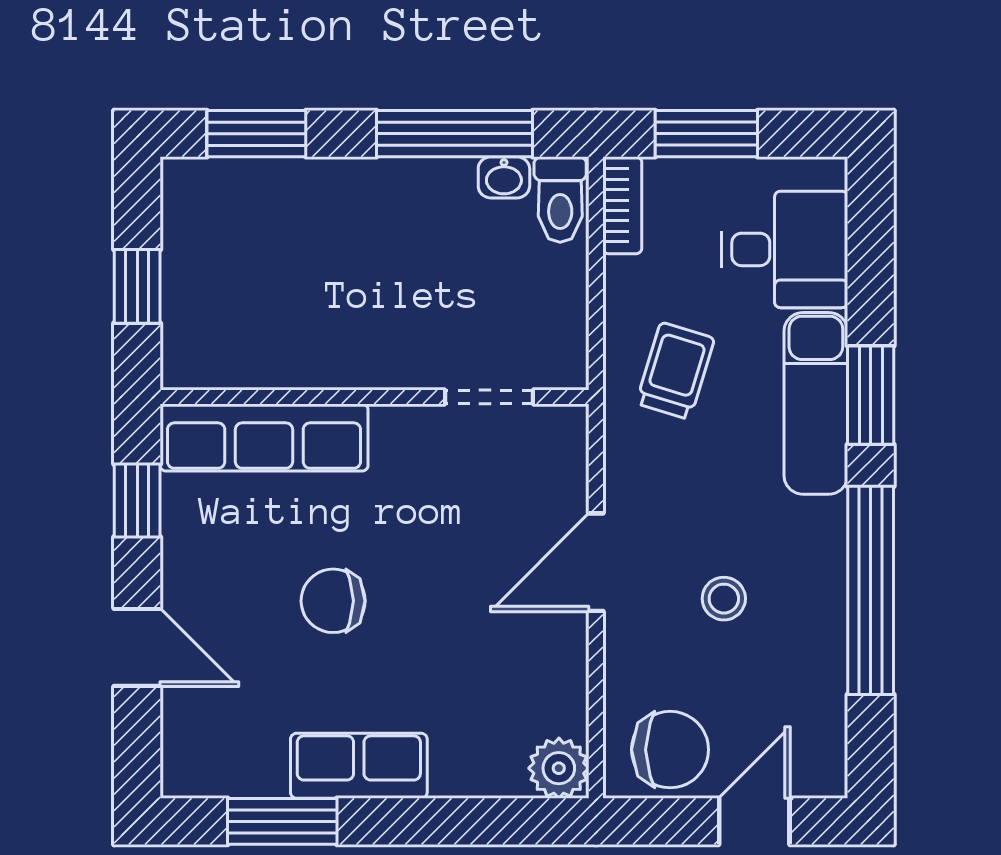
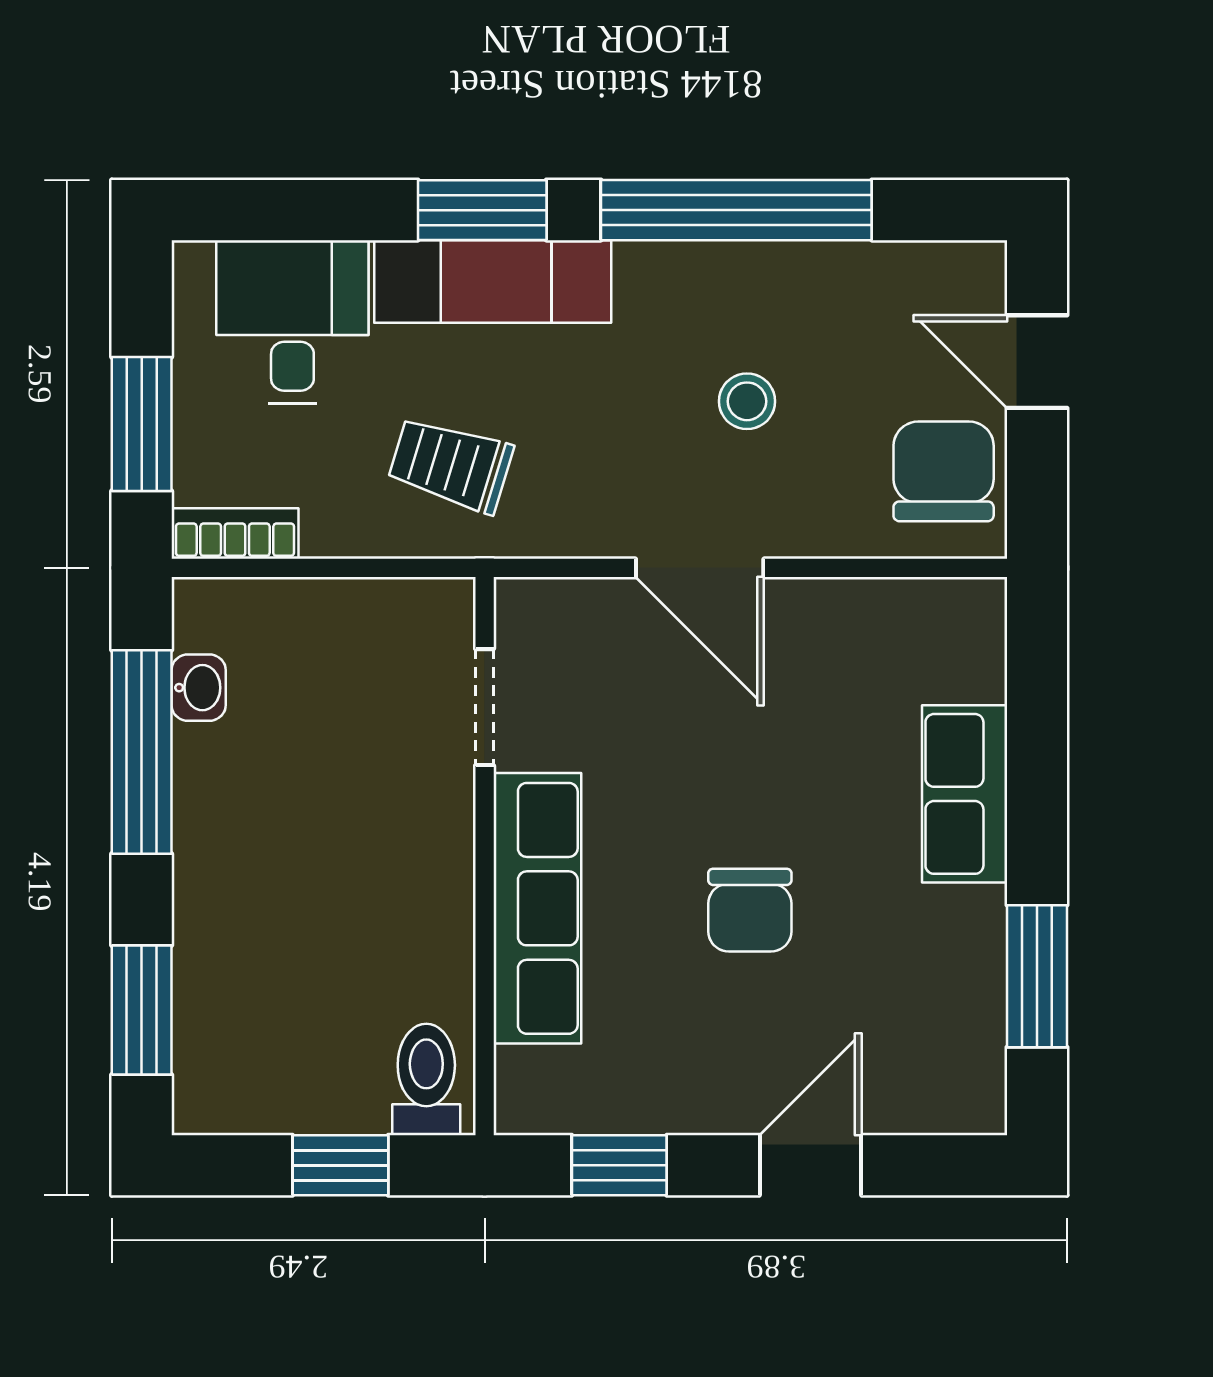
toilet: (560, 200) -> (426, 1080), moved, turned -90
row of seats: (264, 438) -> (537, 908), moved
row of seats: (359, 766) -> (965, 794), moved
plant: (559, 768) -> (968, 616), removed

